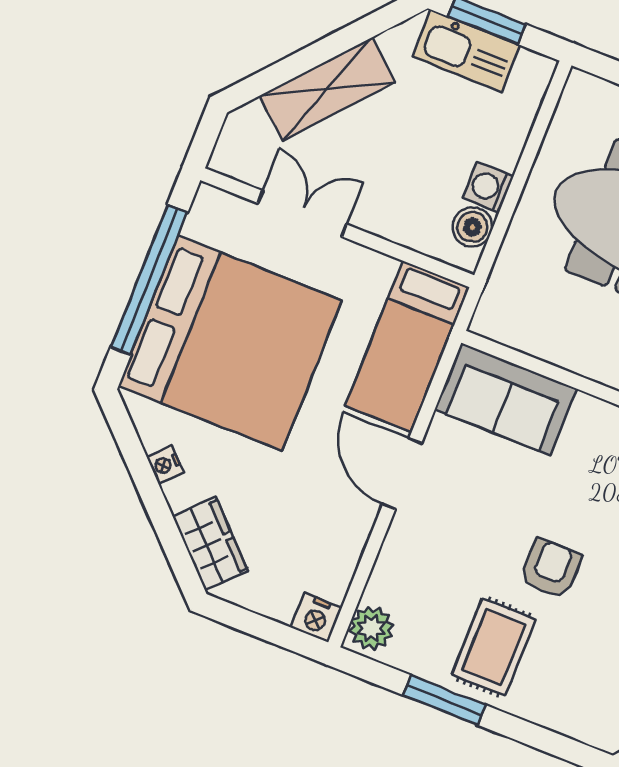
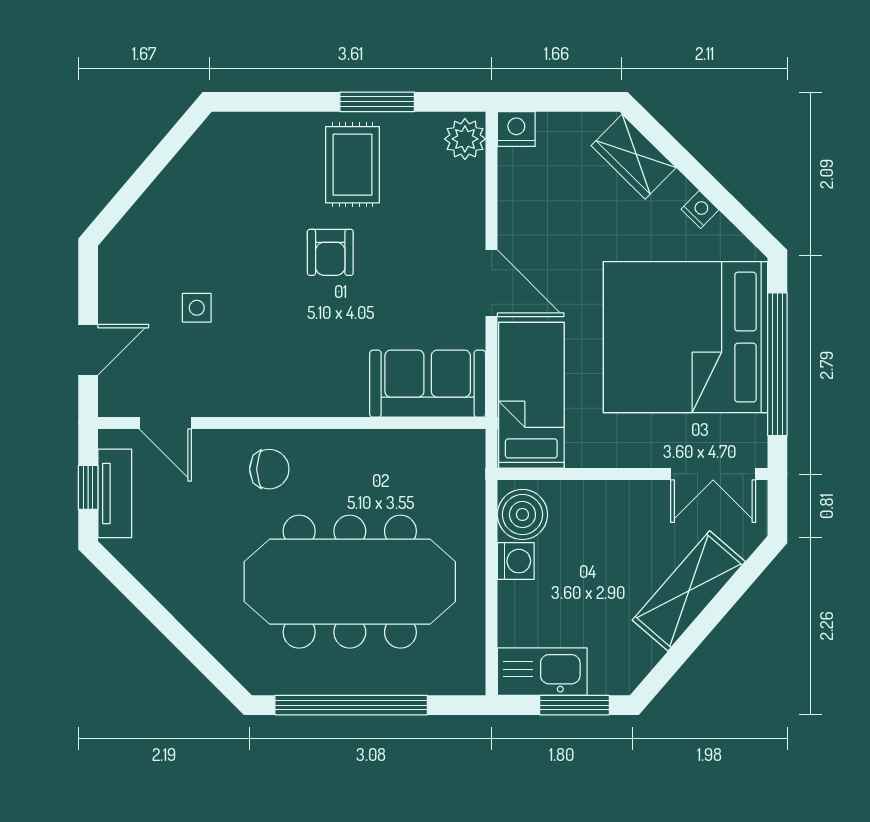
kitchen sink: (466, 51) -> (542, 672), moved
double door: (302, 214) -> (713, 474), moved
boiler: (472, 227) -> (522, 514), width x1.36, depth x1.36

